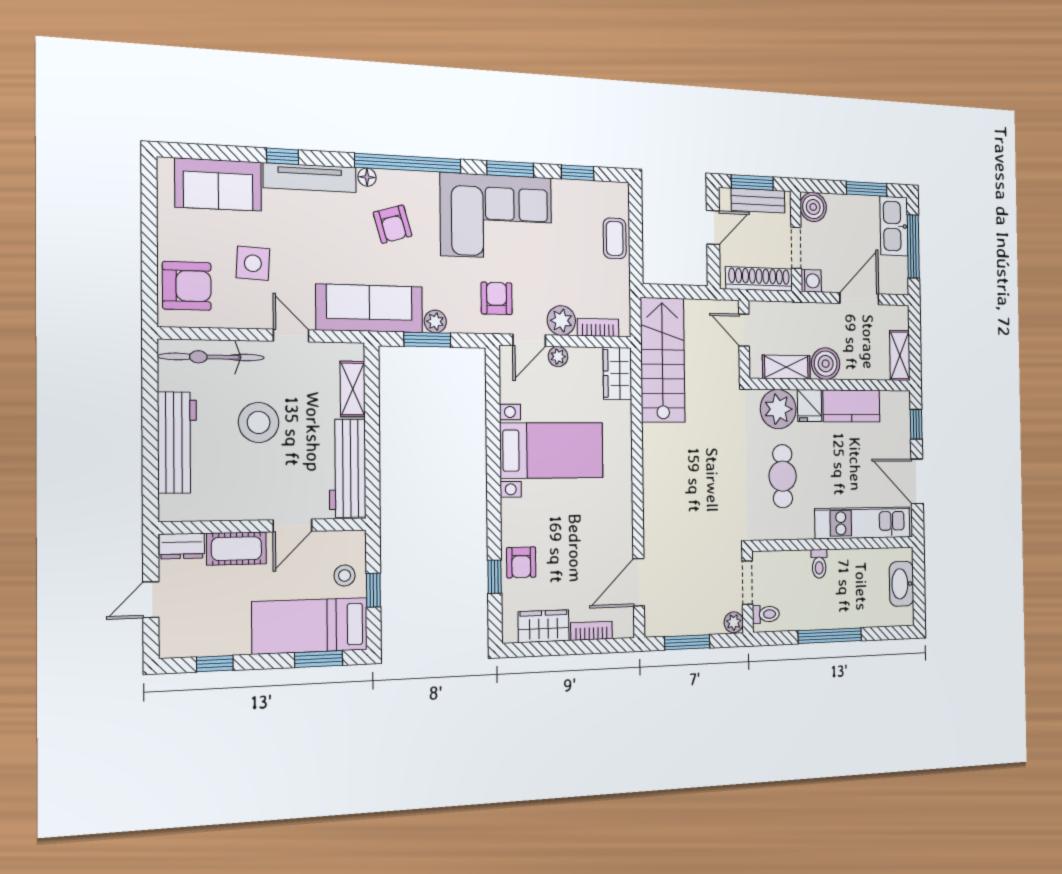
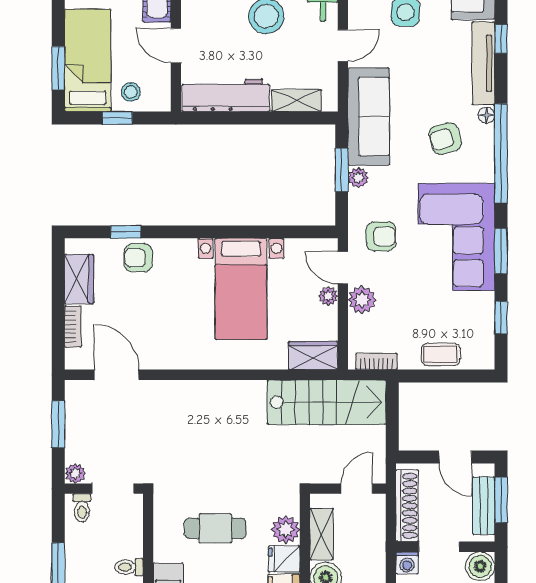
bookcase: (598, 327) -> (376, 361), moved, turned -90
plant: (778, 409) -> (286, 530), width x0.73, depth x0.73

